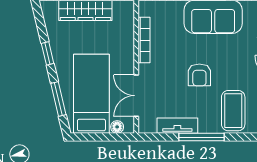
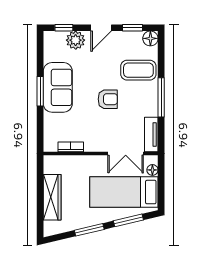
bookcase: (144, 40) -> (71, 147), width x0.64
window: (48, 53) -> (89, 230), width x1.50
tv unit: (177, 126) -> (151, 135), moved

